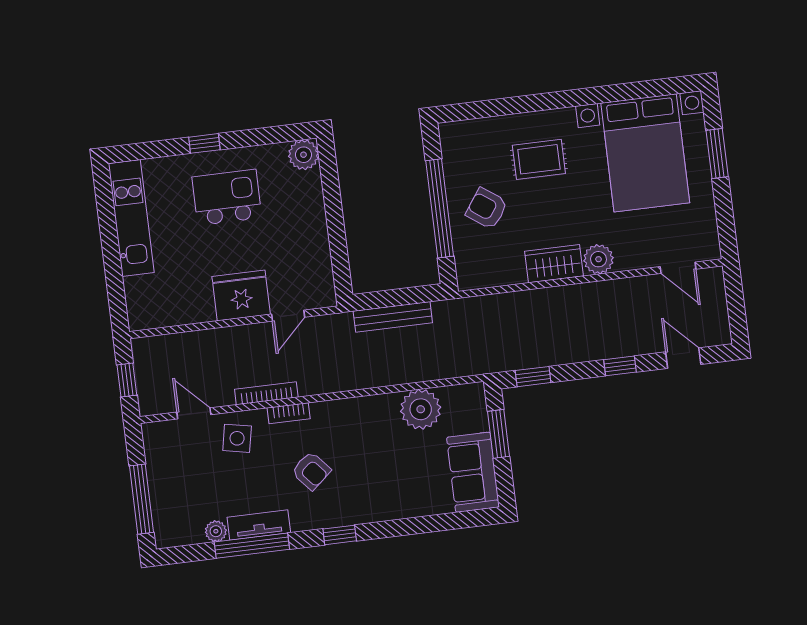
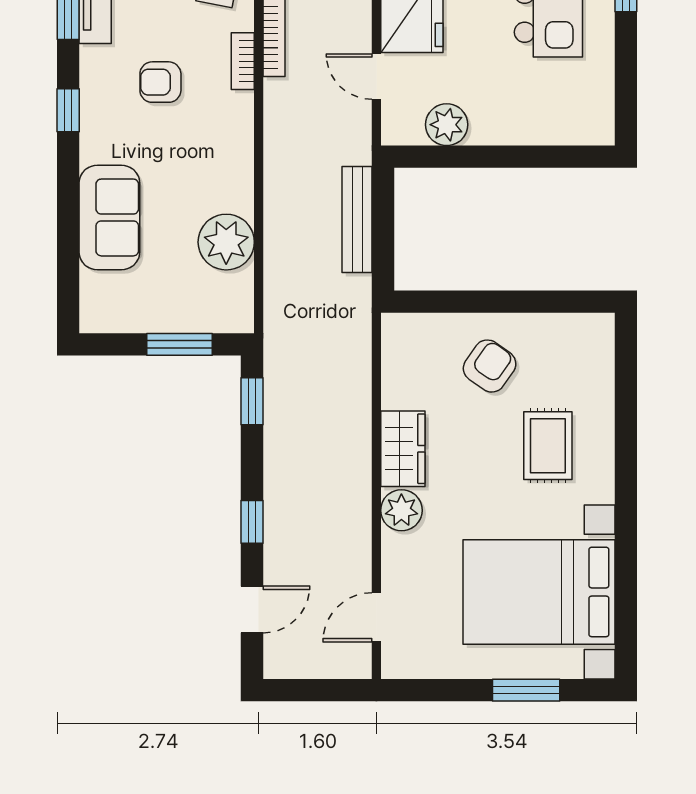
plant: (303, 155) -> (447, 125), moved
window: (440, 208) -> (498, 302), removed
armchair: (311, 471) -> (160, 82), turned 41
sofa: (473, 472) -> (109, 217), moved, turned 90

